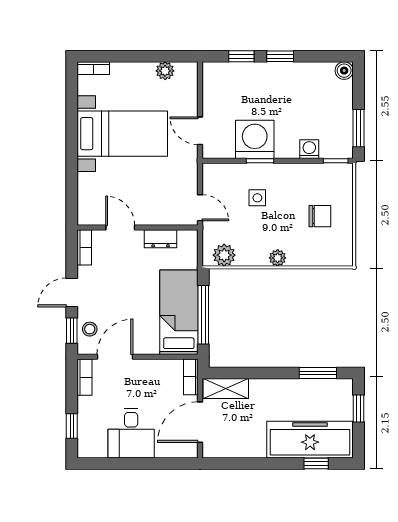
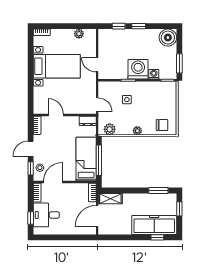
boiler: (344, 71) -> (168, 38), width x1.86, depth x1.86
washing machine: (255, 139) -> (138, 69), moved
chair: (320, 216) -> (162, 125), moved
dresser: (161, 239) -> (88, 121), moved
desk: (131, 433) -> (46, 215), moved, turned 90

